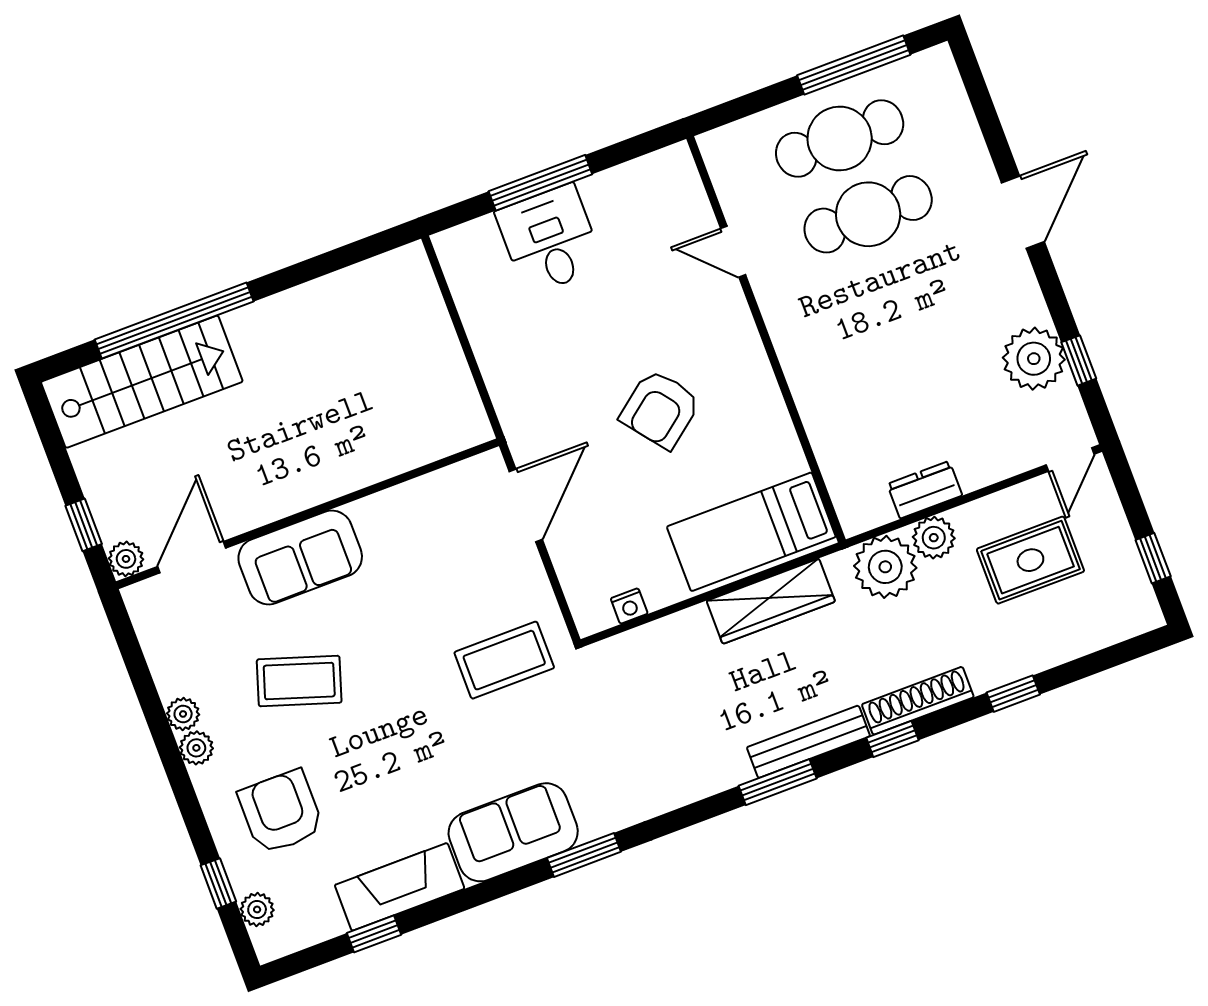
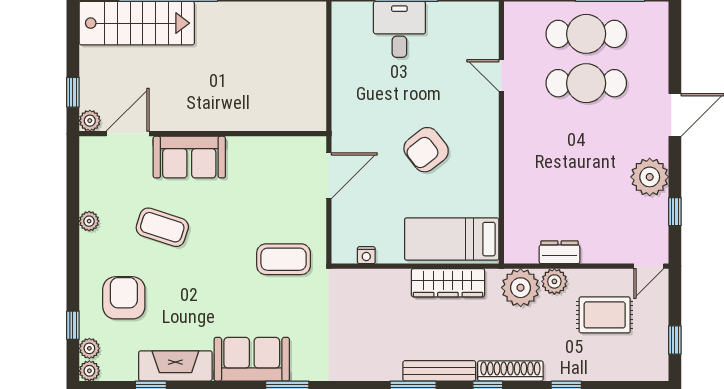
plant: (1034, 359) -> (650, 177), moved
plant: (196, 748) -> (89, 371), moved

